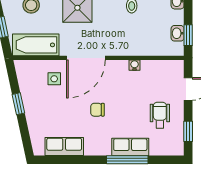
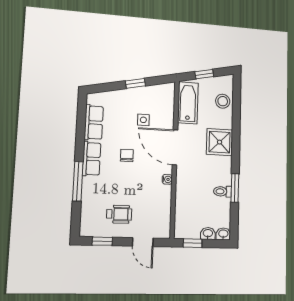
washbasin: (178, 33) -> (208, 233), moved
water cooler: (135, 65) -> (167, 179), moved
side table: (54, 79) -> (143, 120), moved
row of seats: (130, 147) -> (92, 159), moved

